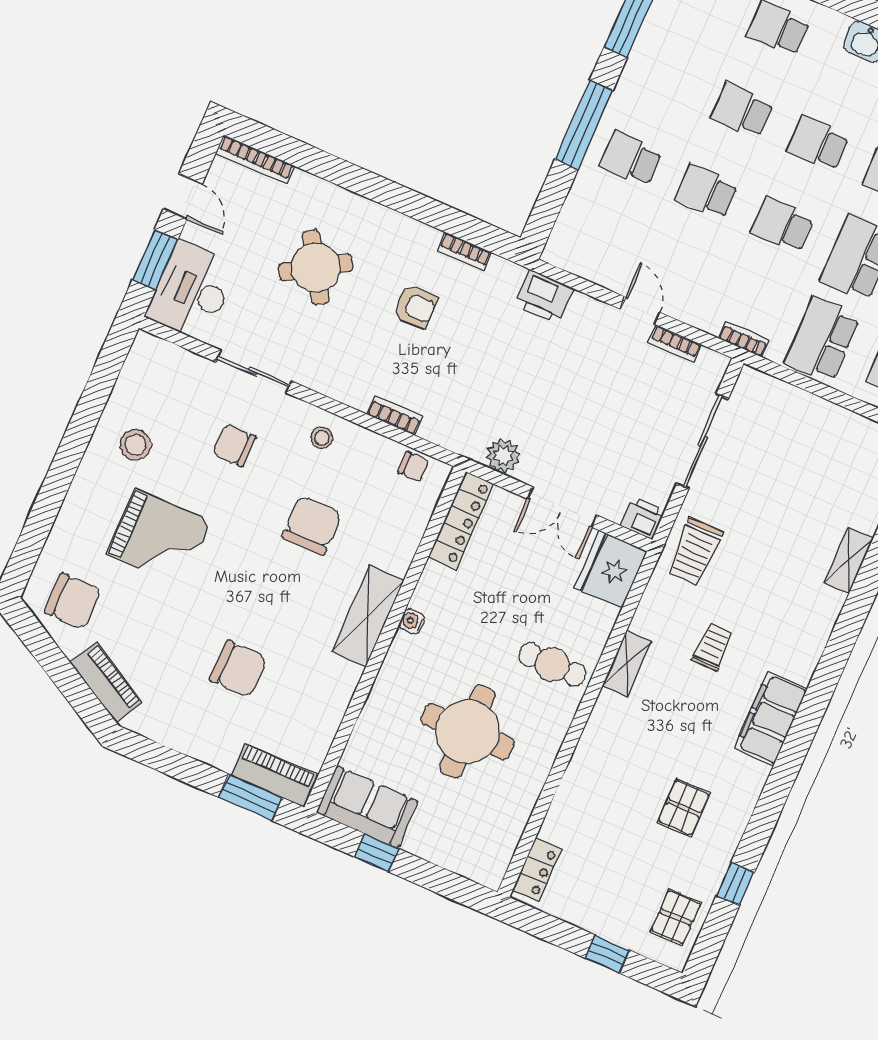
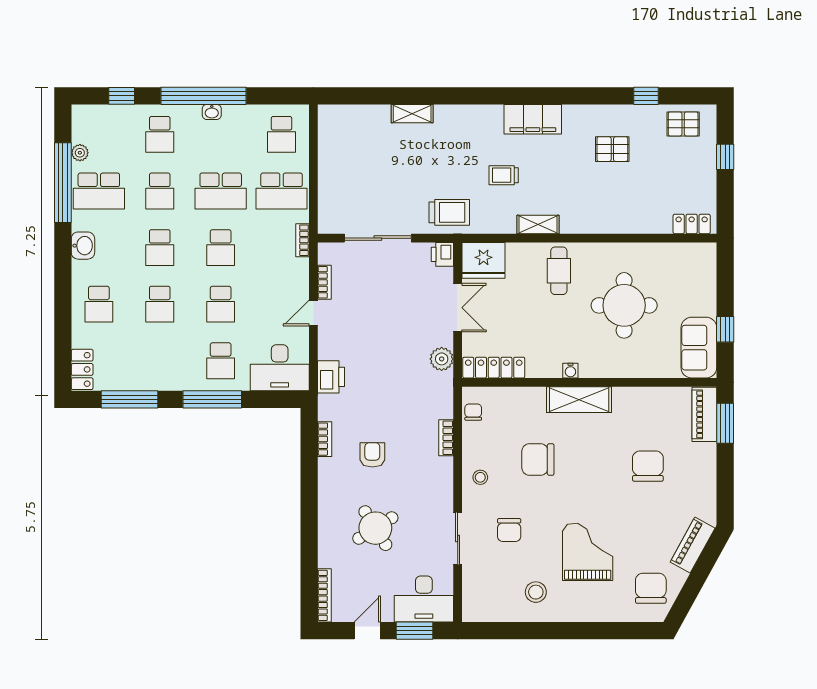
desk: (587, 233) -> (280, 368), added

